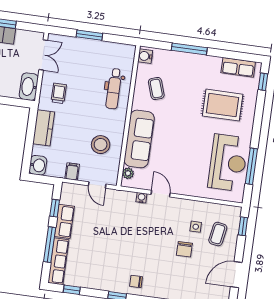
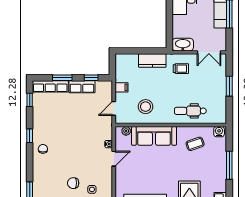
washbasin: (38, 165) -> (123, 60), removed
window: (50, 245) -> (62, 78), width x0.69

